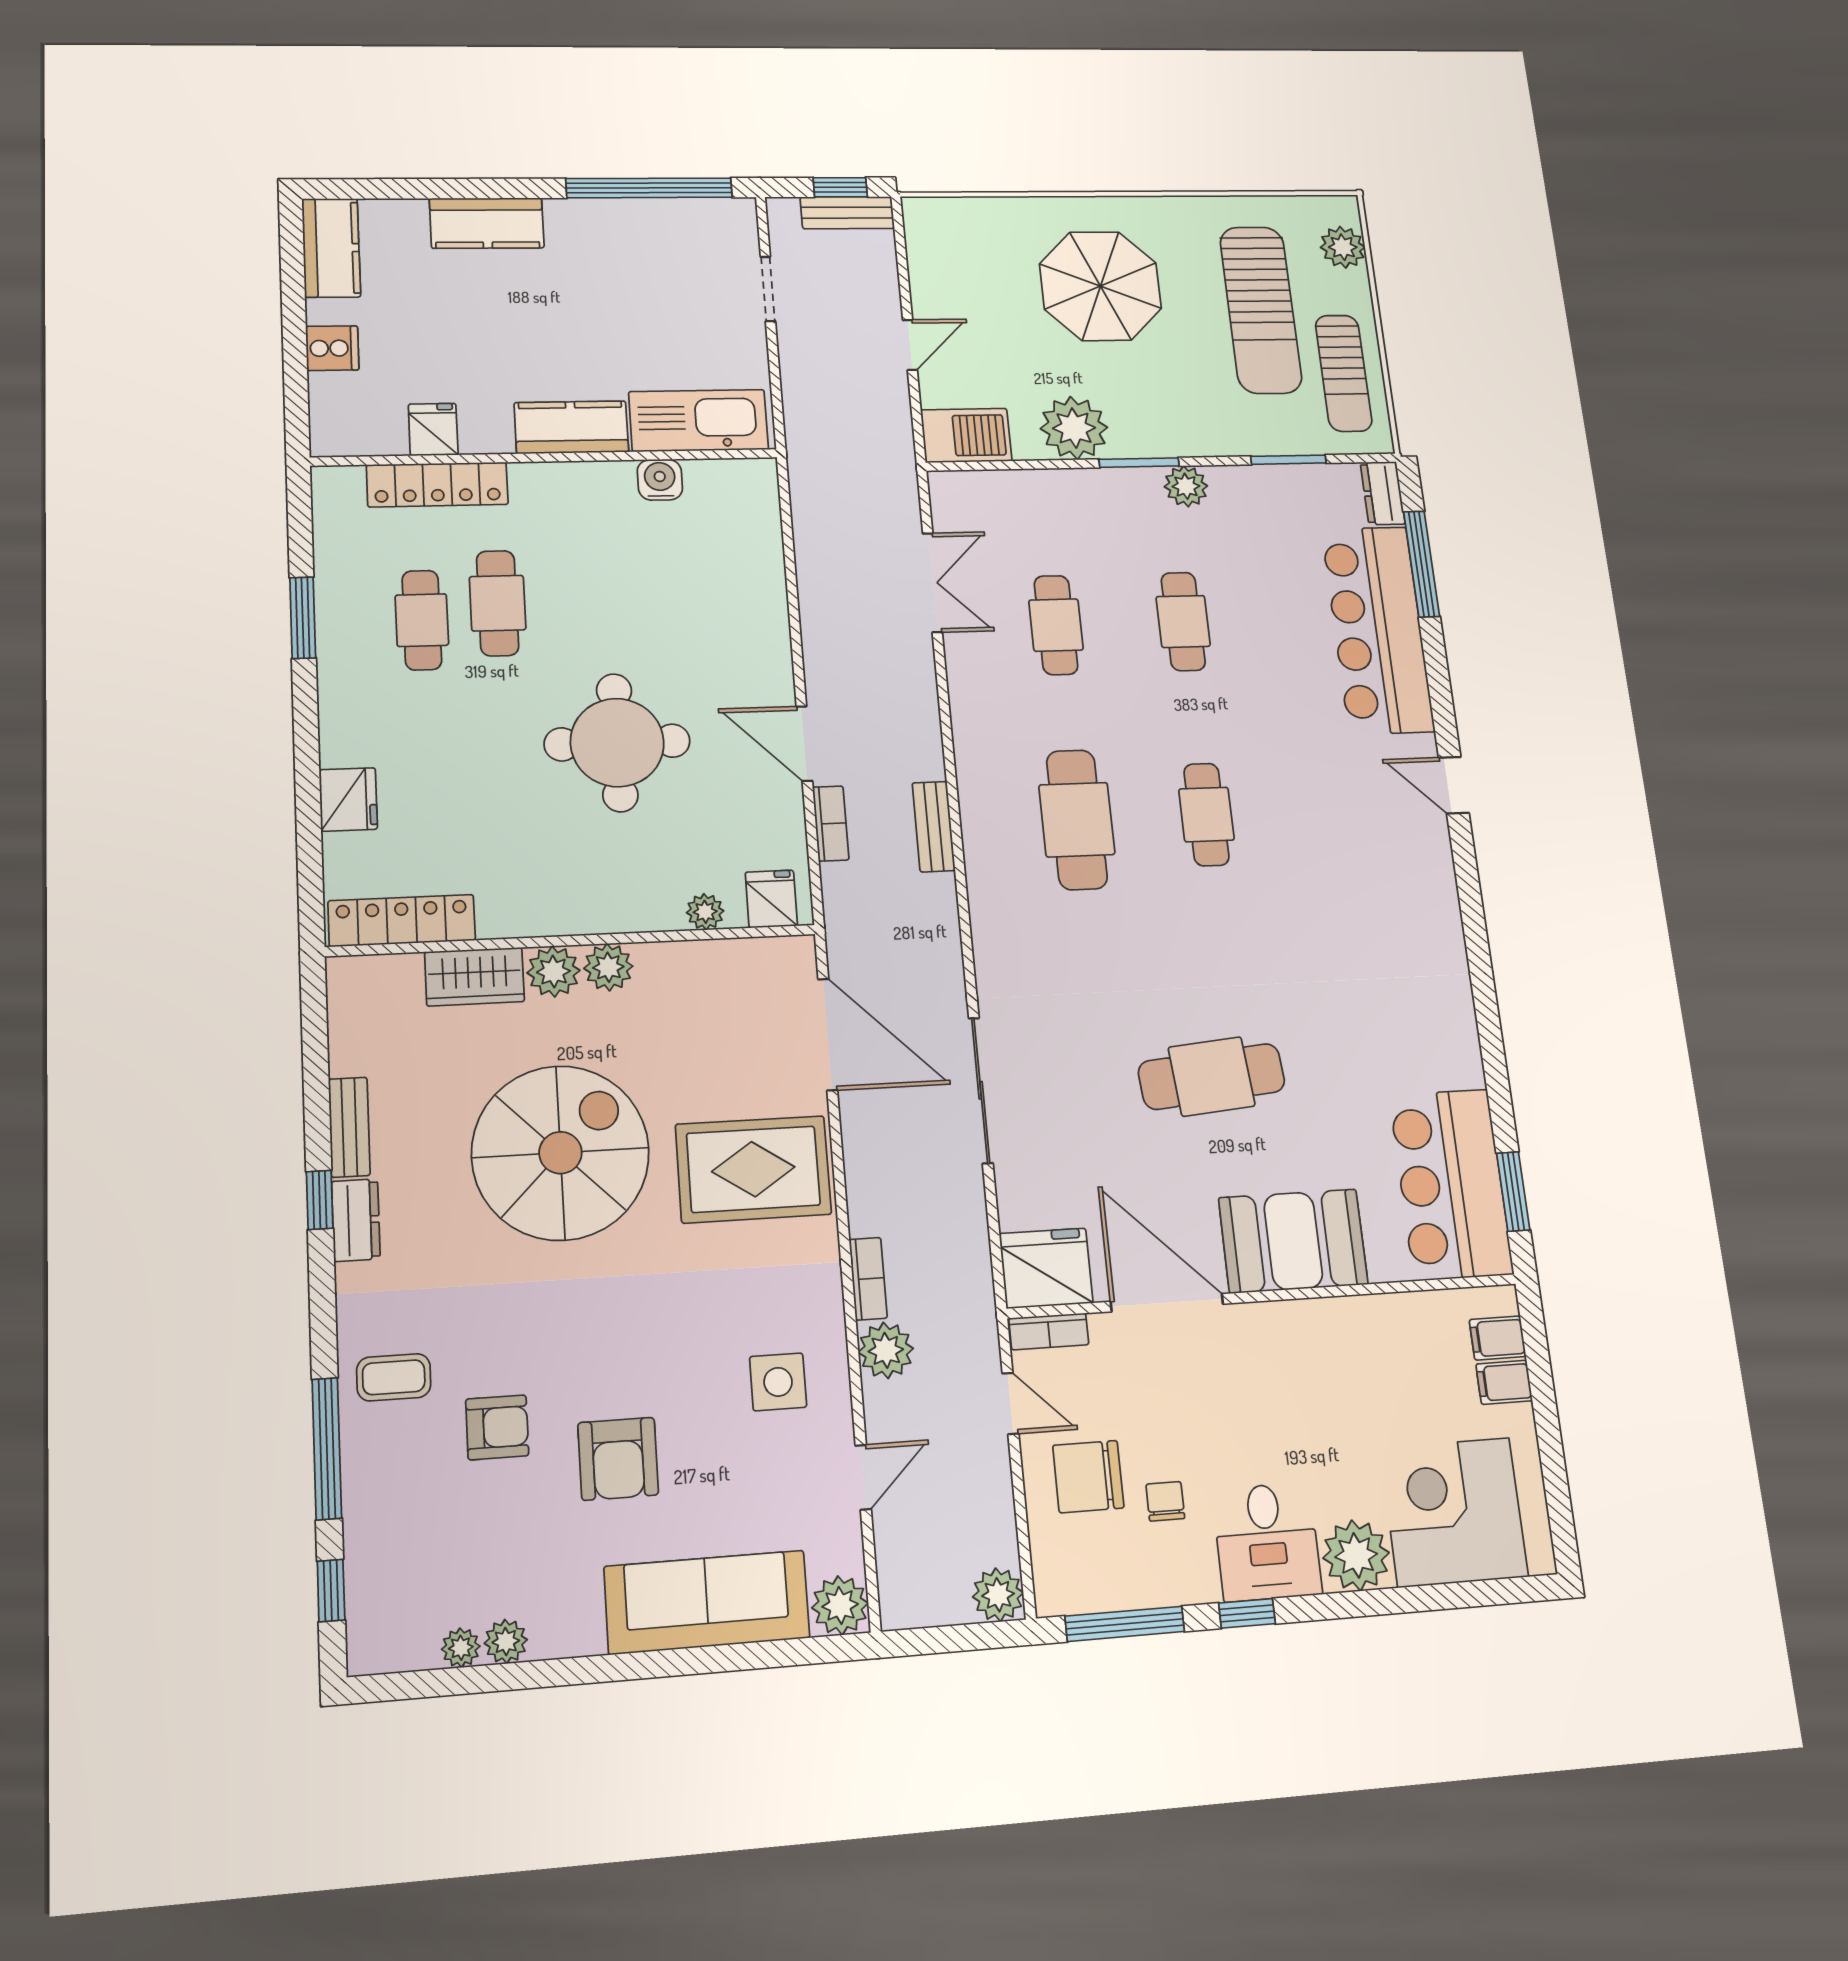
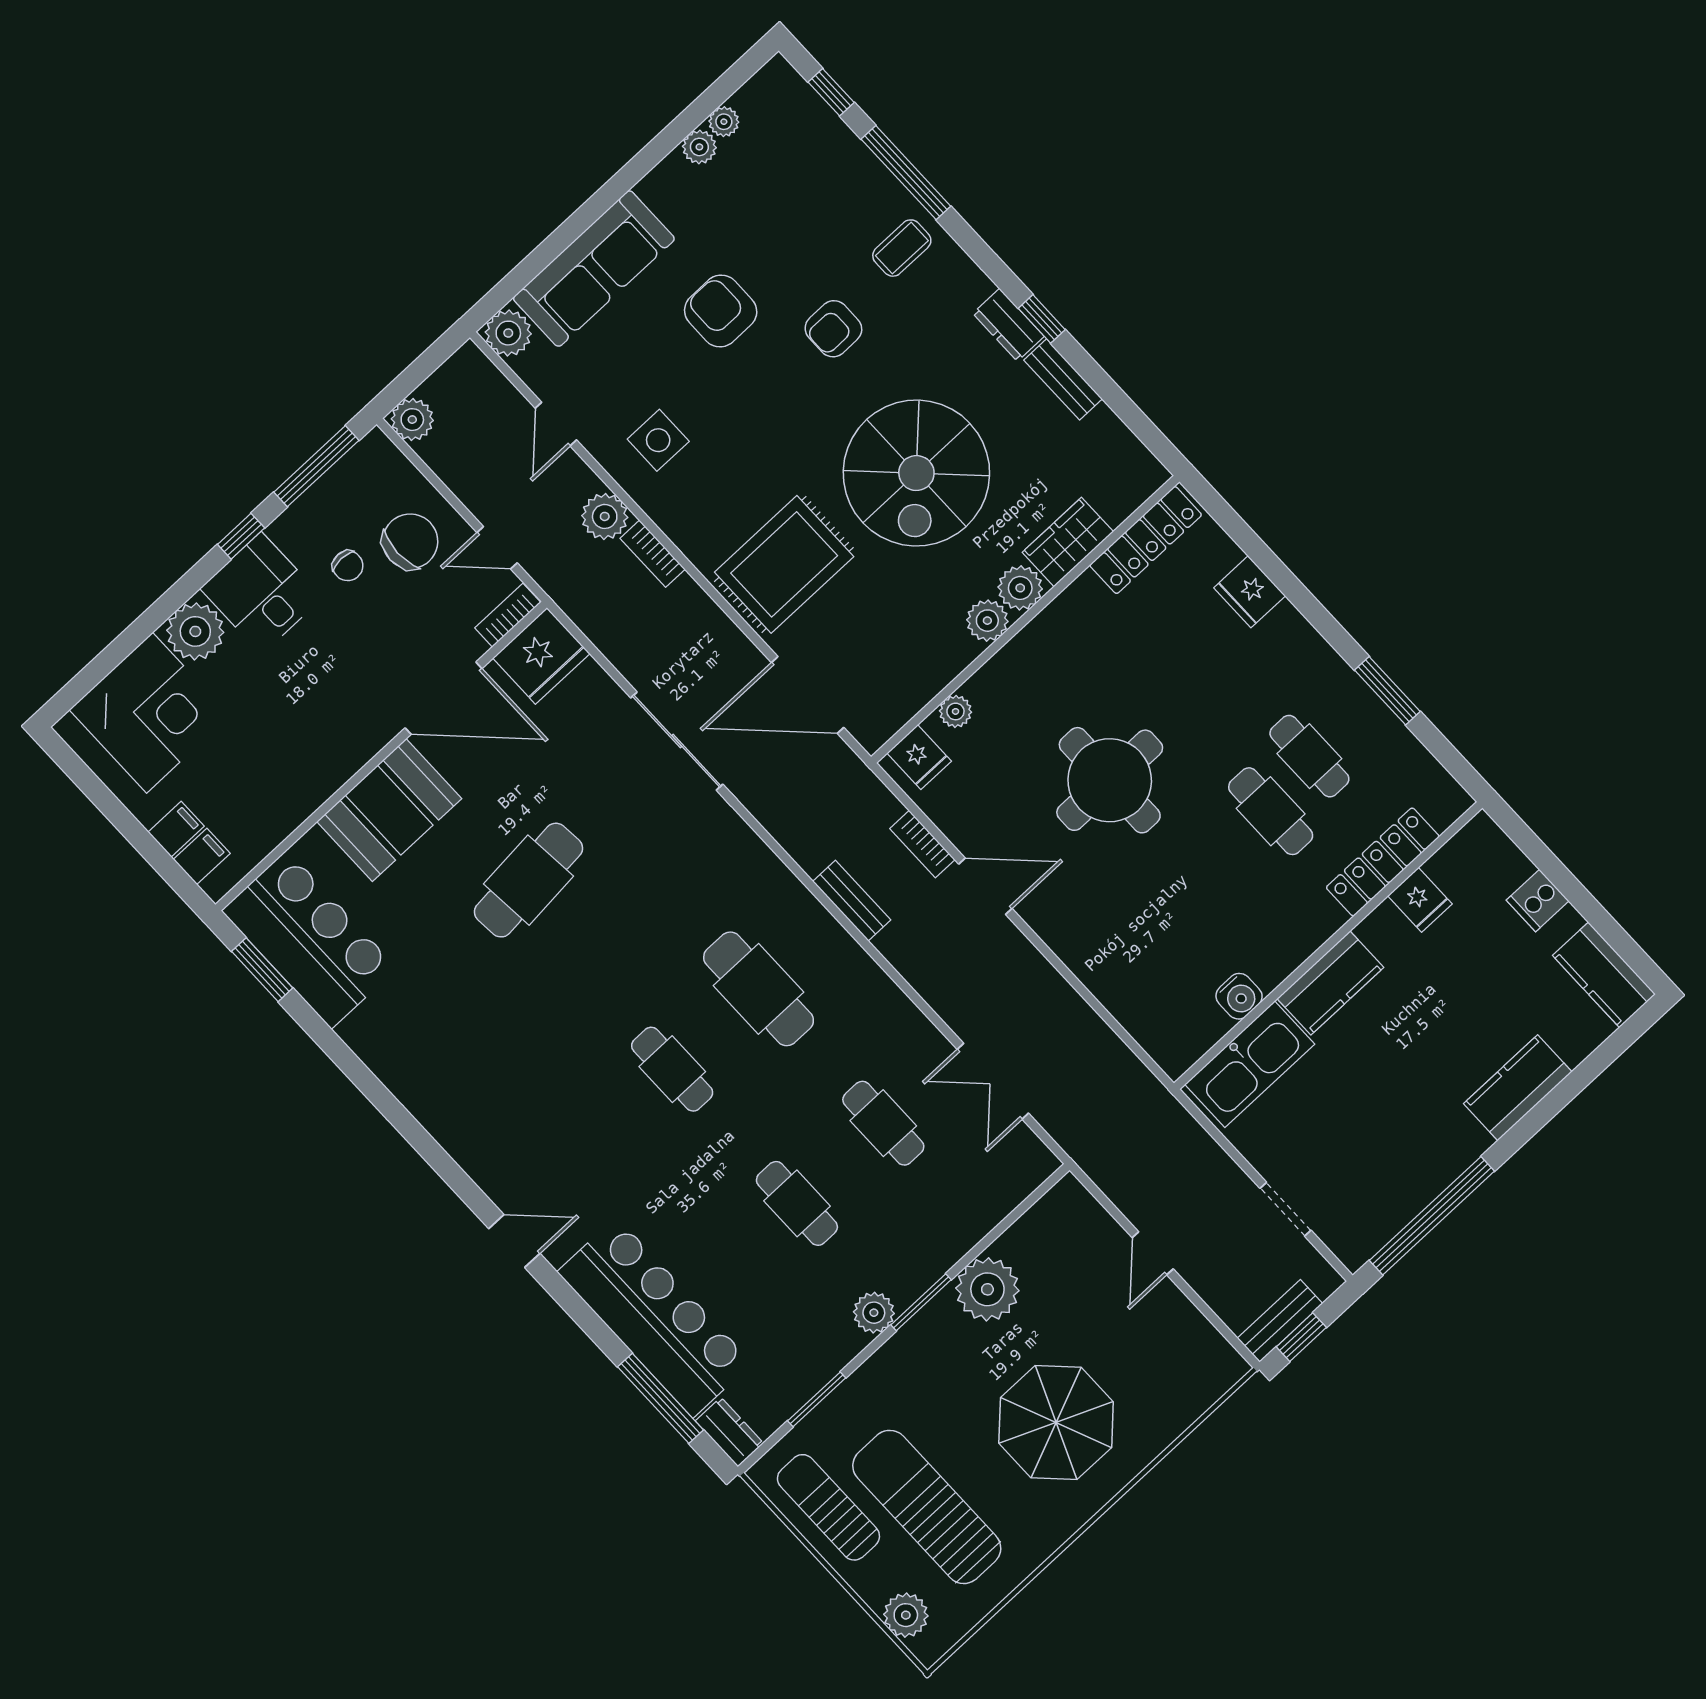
barbecue: (966, 435) -> (1058, 1216), removed
armchair: (497, 1427) -> (833, 329), moved

